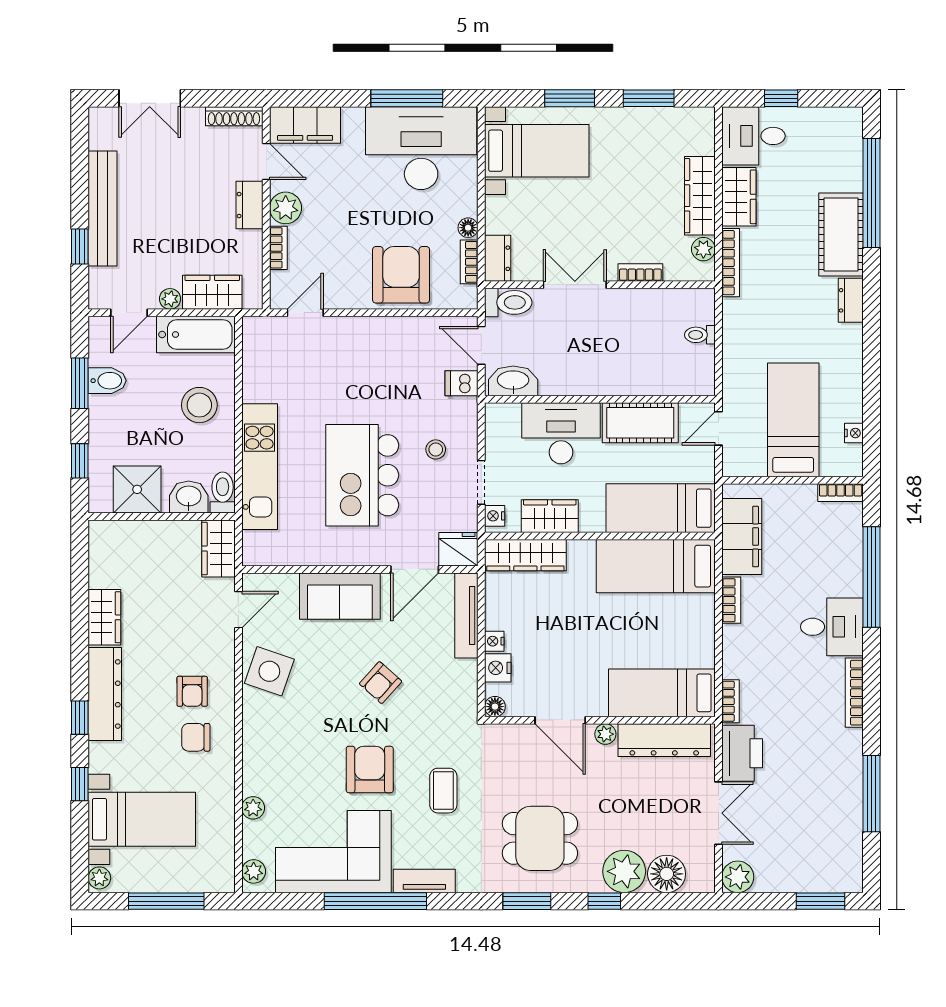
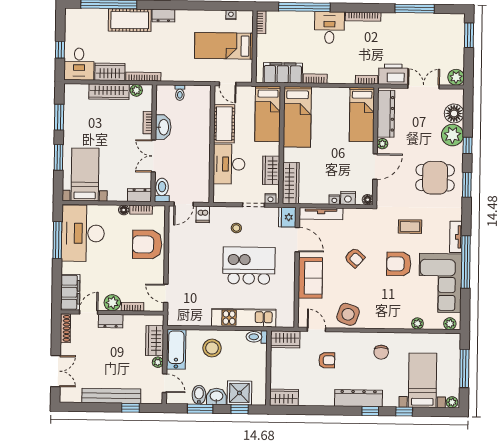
washbasin: (513, 381) -> (163, 127), moved, turned 180
kitchen island: (362, 475) -> (249, 266), turned 180
shower: (137, 489) -> (239, 393), moved
washbasin: (189, 497) -> (216, 396), moved, turned 90
wardrobe: (104, 617) -> (284, 397), moved
armchair: (192, 691) -> (327, 360), moved
dining table: (540, 838) -> (435, 178), turned 90

